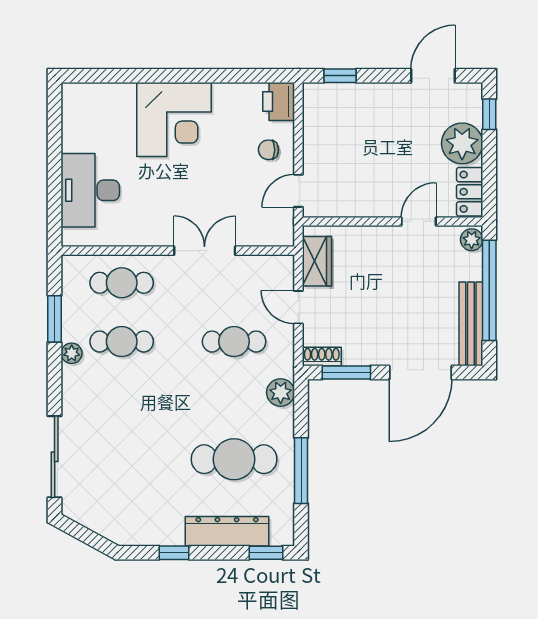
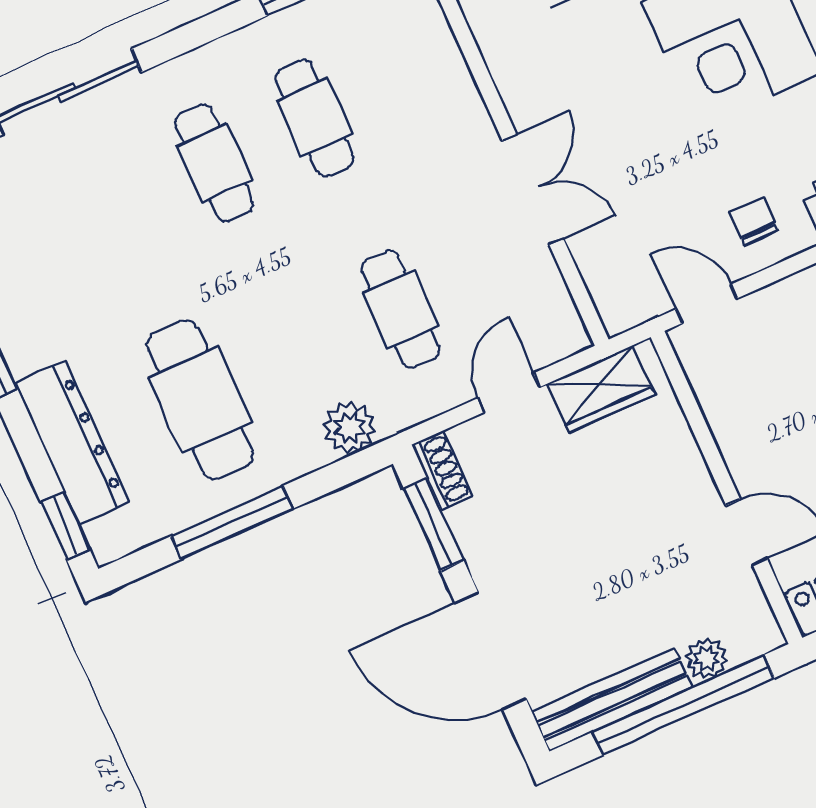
plant: (472, 240) -> (706, 658), moved
cafe table: (122, 283) -> (214, 163), moved
plant: (72, 353) -> (256, 42), removed

